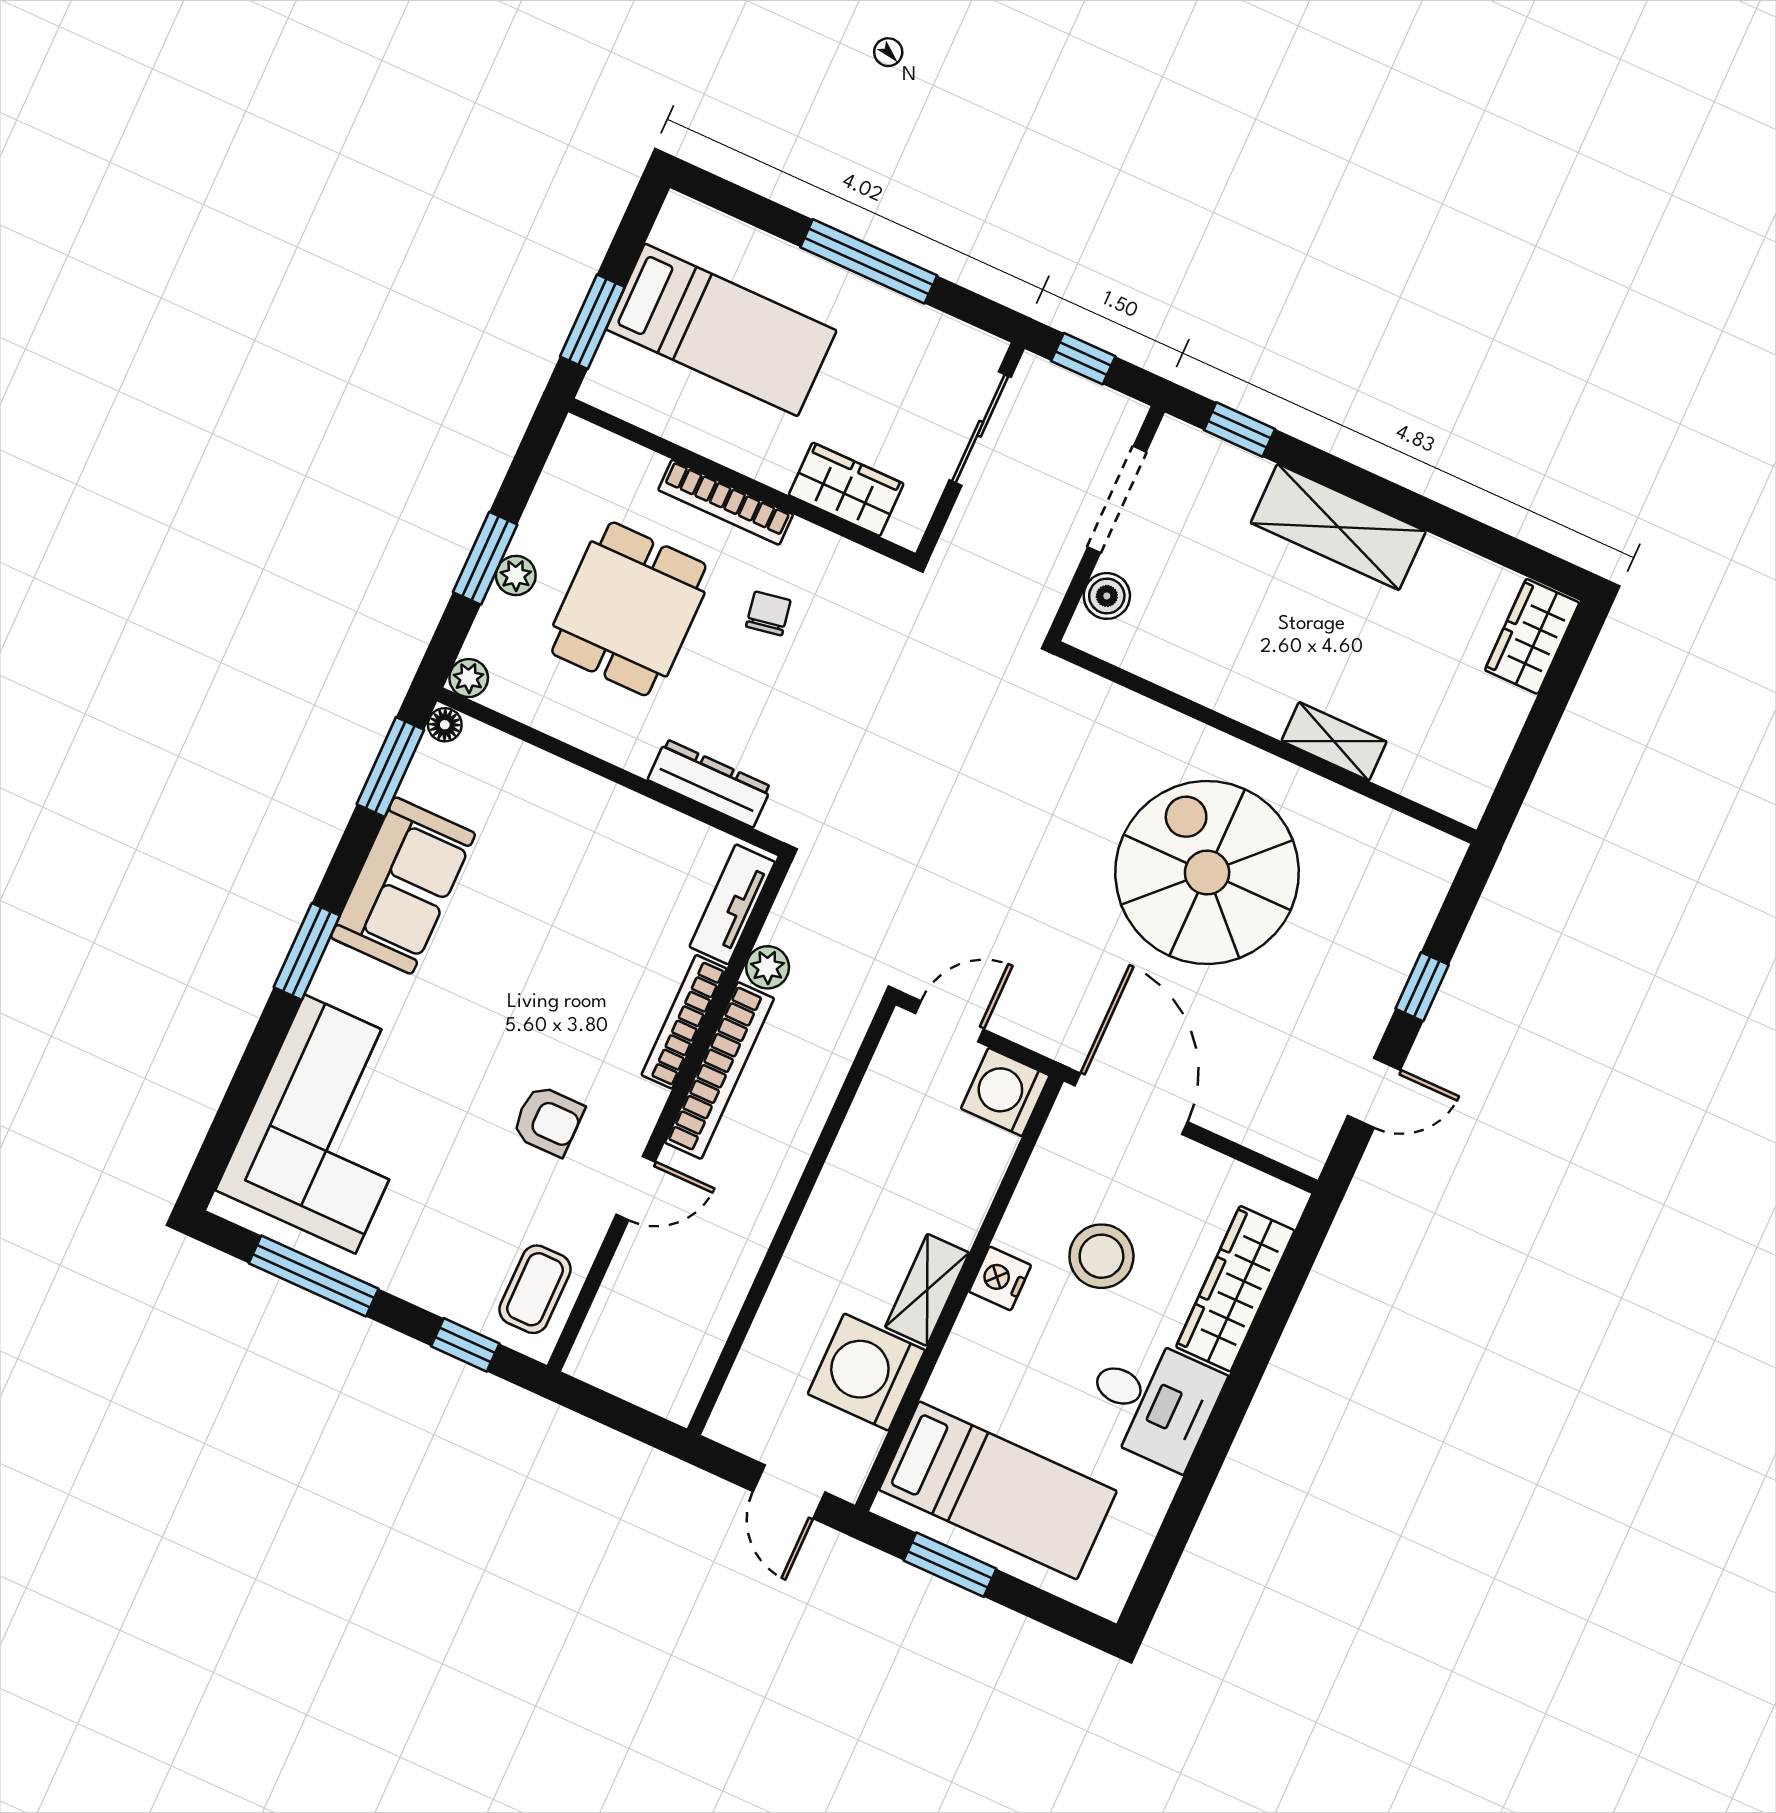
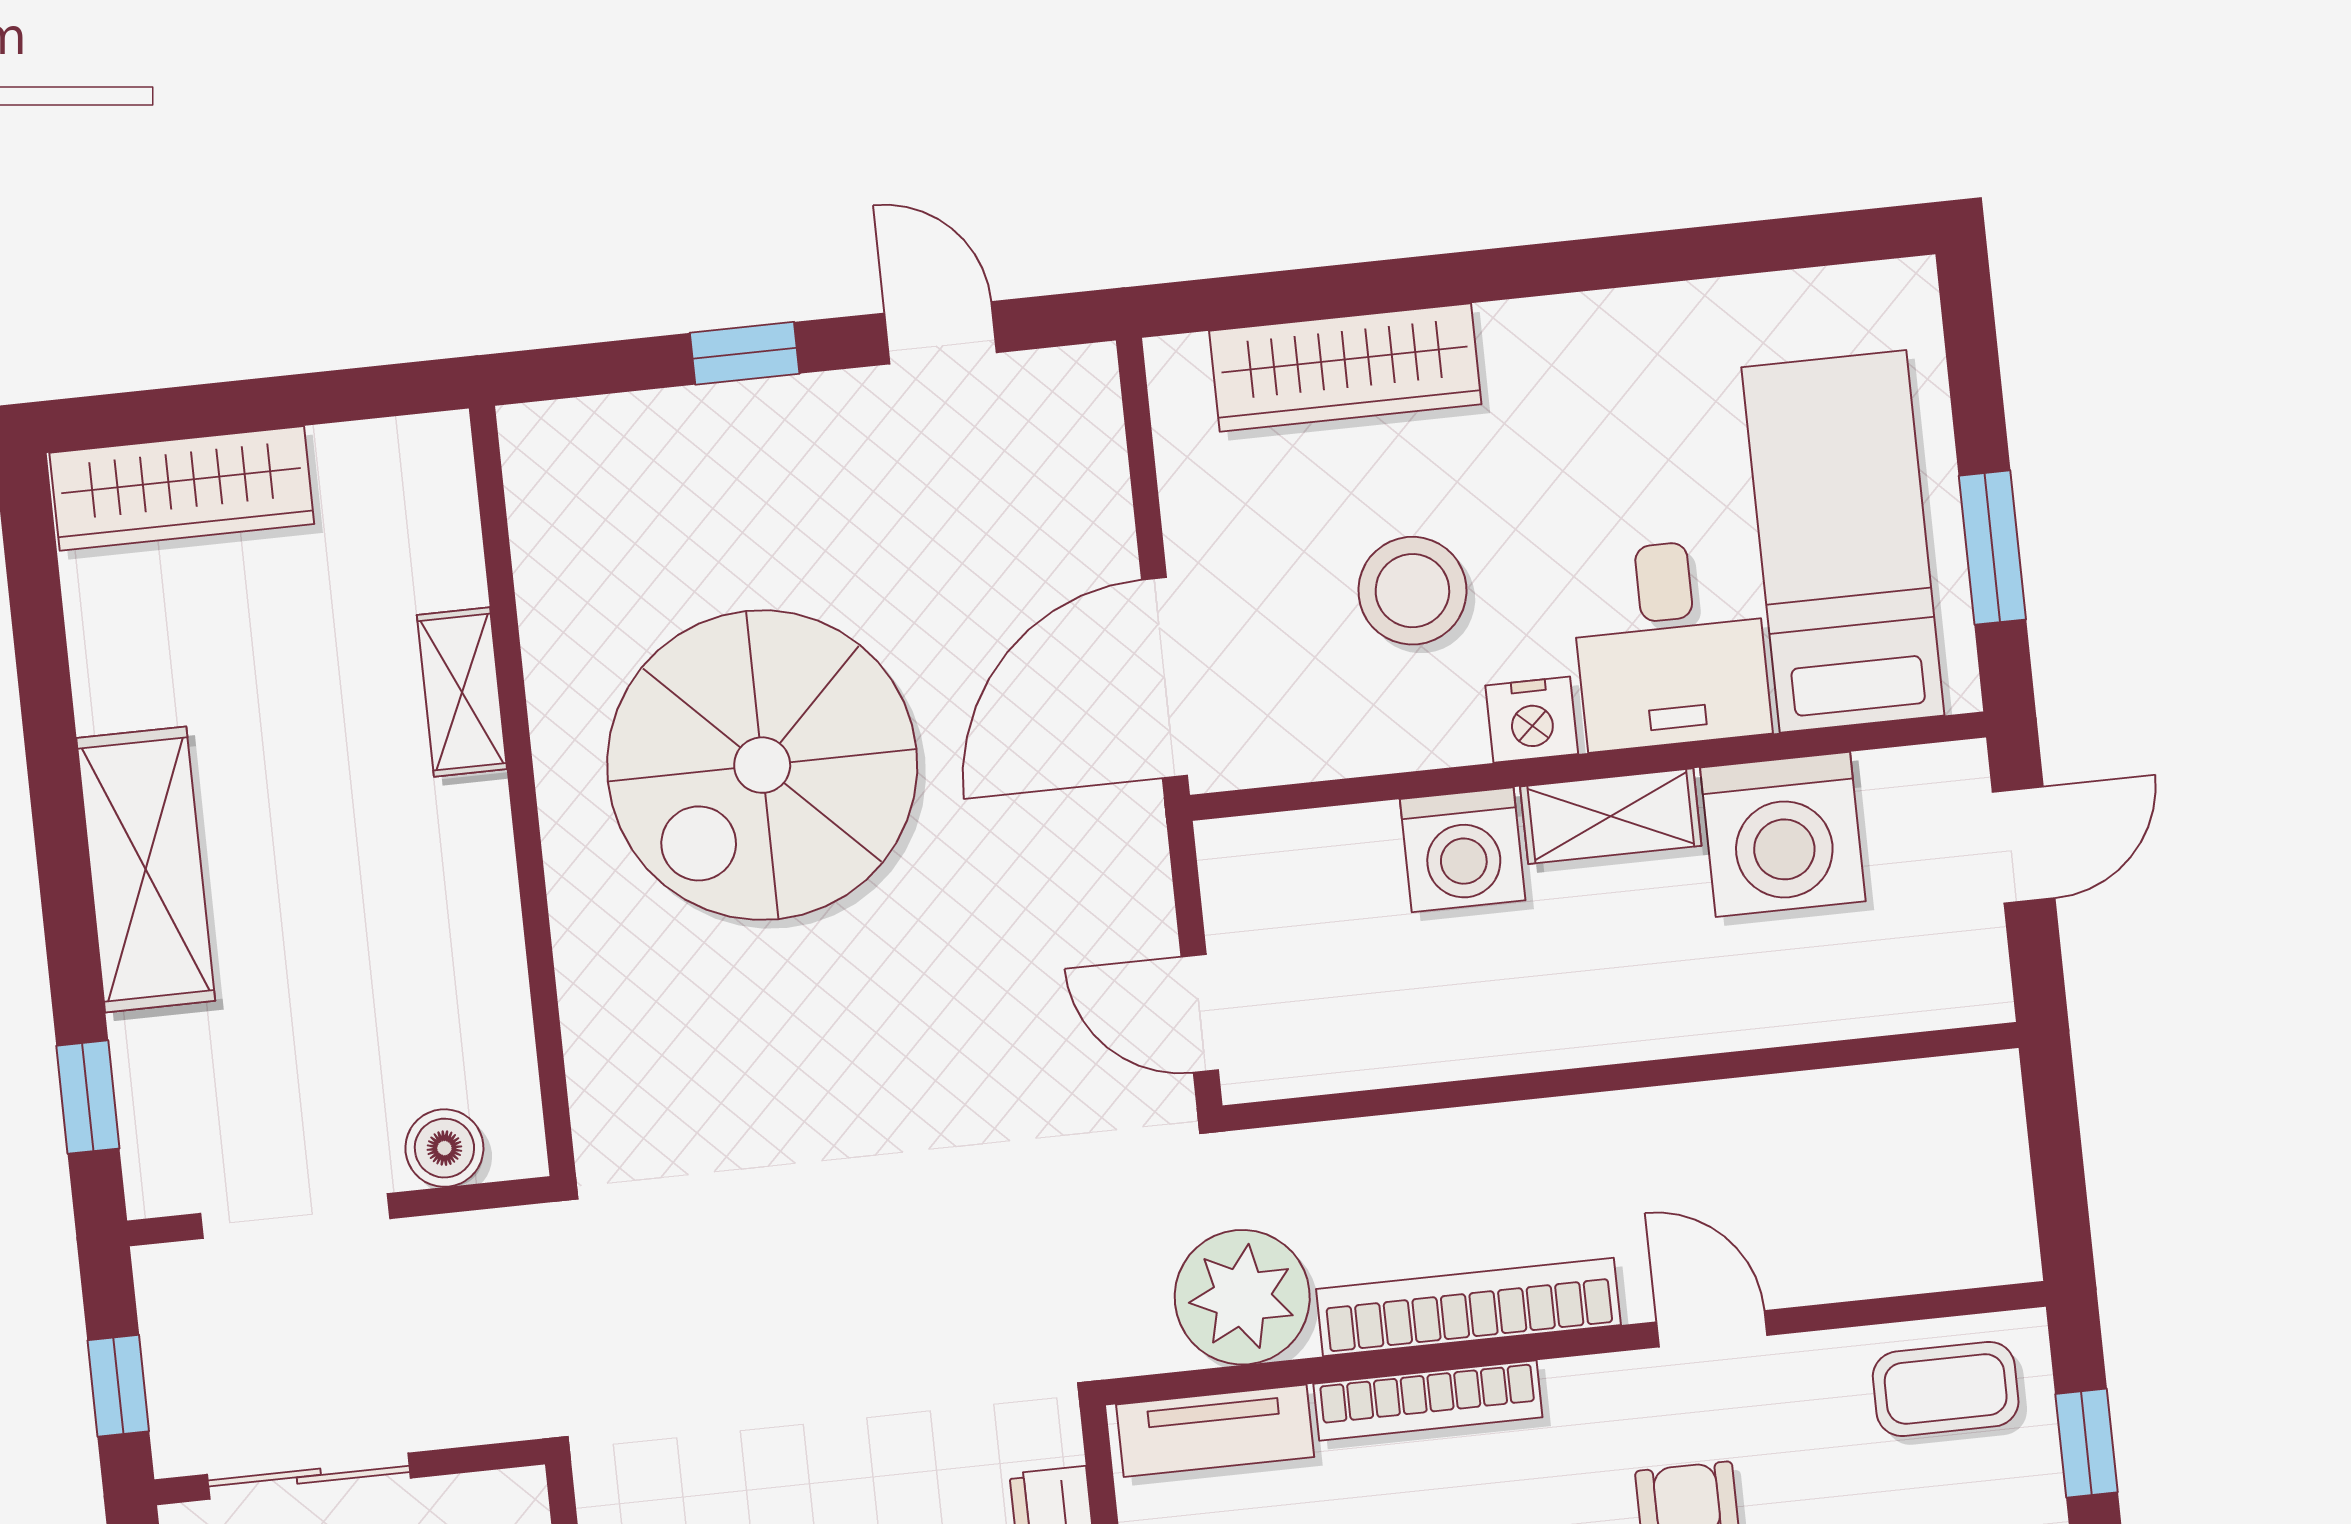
wardrobe: (1532, 636) -> (182, 488), width x1.50
plant: (768, 967) -> (1242, 1297), width x1.87, depth x1.87
washing machine: (1005, 1092) -> (1463, 850), moved
desk: (1152, 1401) -> (1670, 644), moved, turned 180

